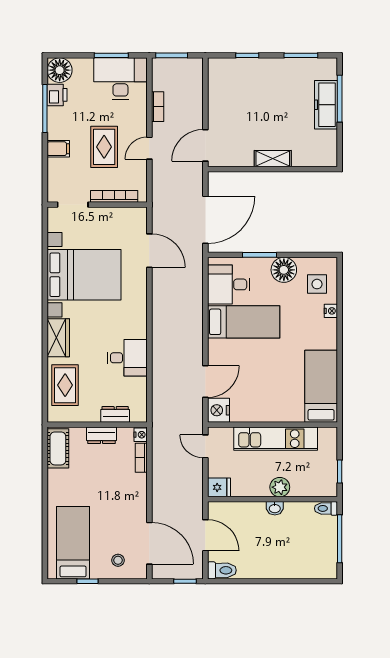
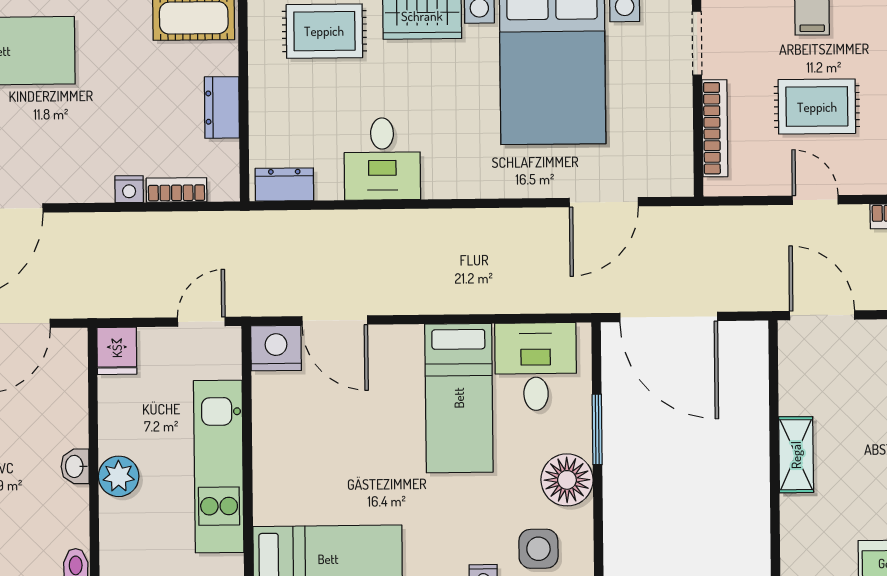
dresser: (115, 414) -> (284, 184), moved, turned -90
nightstand: (141, 435) -> (129, 189), moved

